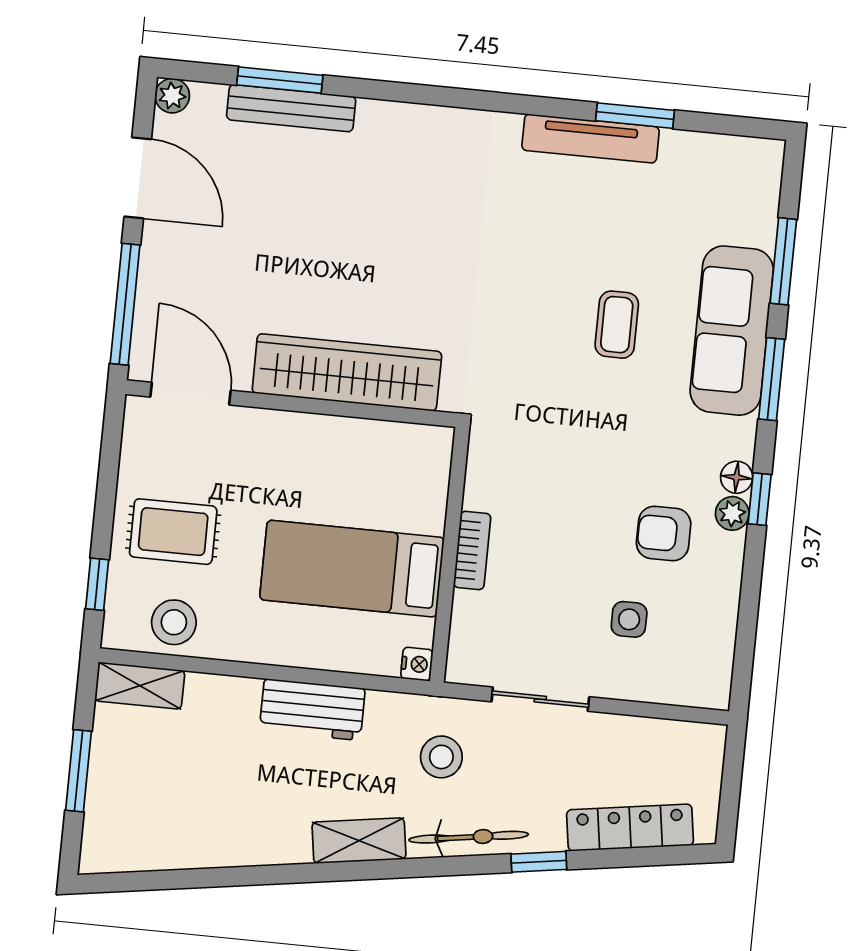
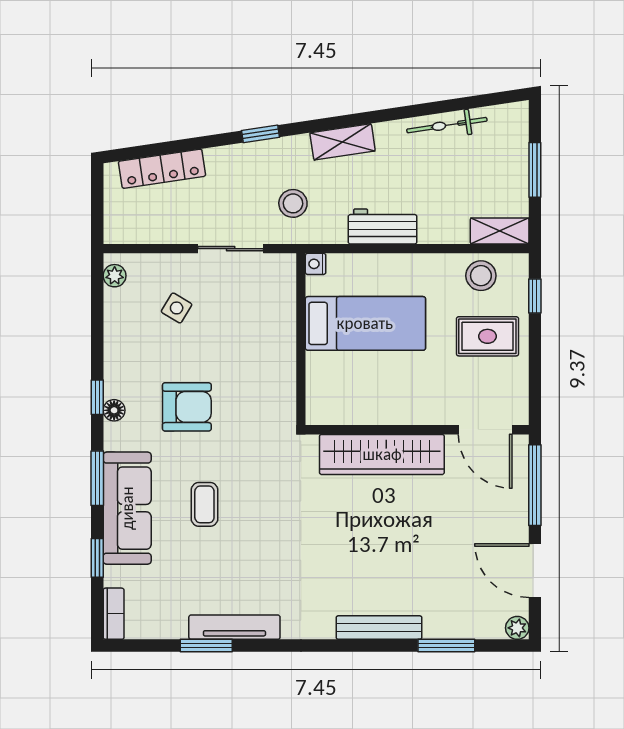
bench: (291, 108) -> (379, 628), moved
window: (783, 261) -> (97, 558), width x0.67
plant: (732, 513) -> (115, 276), moved
armchair: (664, 534) -> (187, 407), moved, width x1.38, depth x1.38
bookcase: (472, 550) -> (114, 614), moved, turned 180
side table: (629, 619) -> (177, 308), turned 31
bicycle: (469, 837) -> (447, 125), moved
window: (539, 862) -> (261, 134), moved

